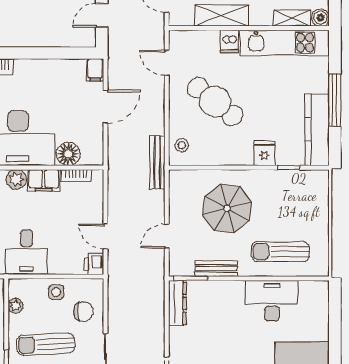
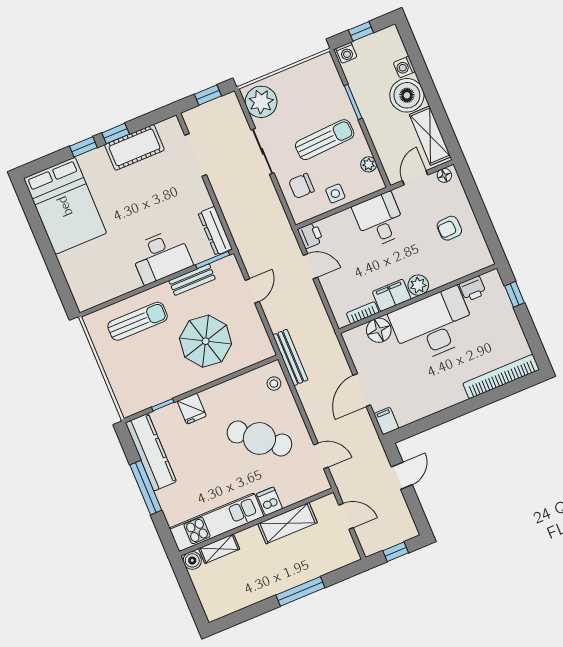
desk: (272, 301) -> (161, 256), moved

